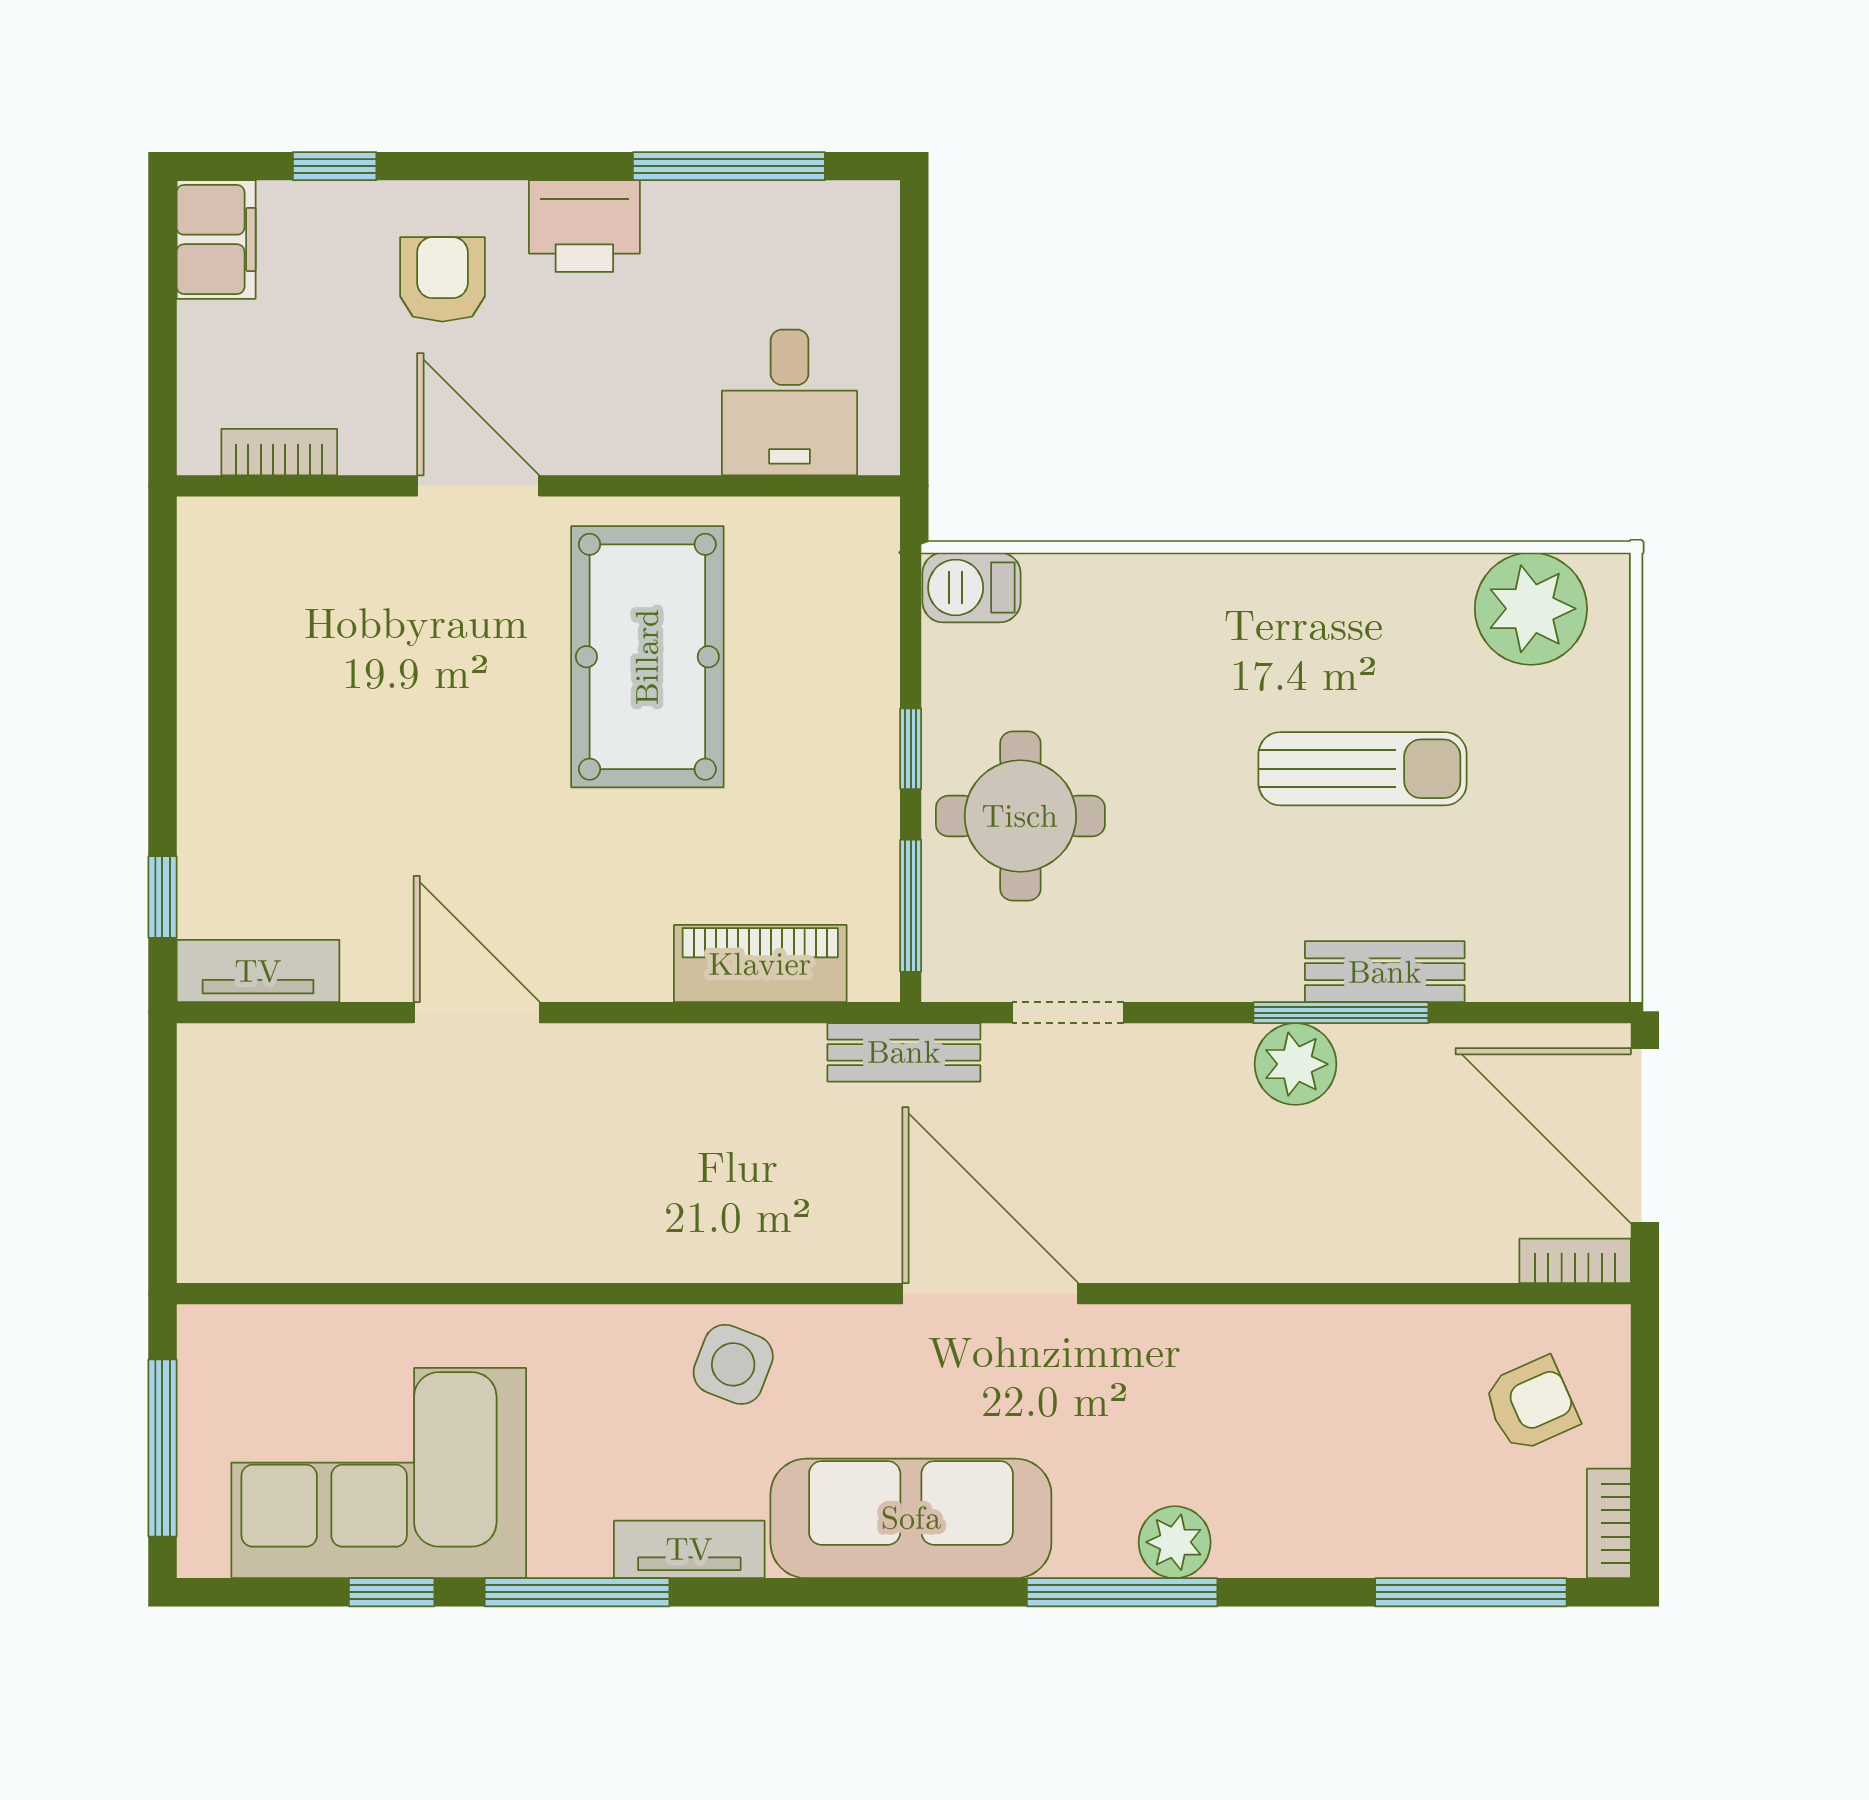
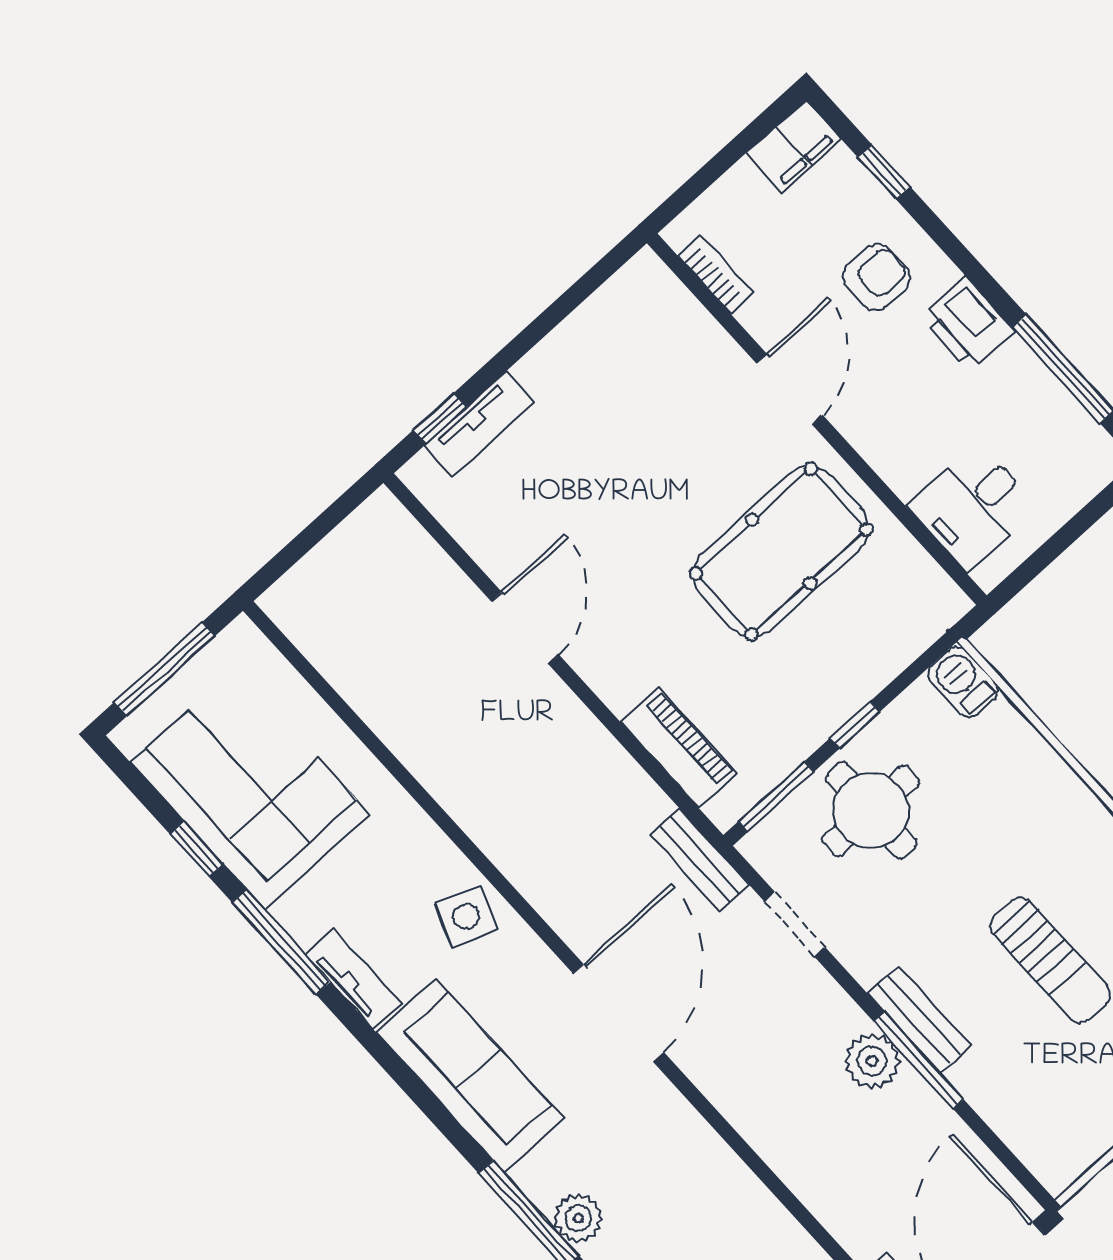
tv unit: (258, 971) -> (479, 424), moved, turned 90
bench: (1385, 972) -> (919, 1020), moved

